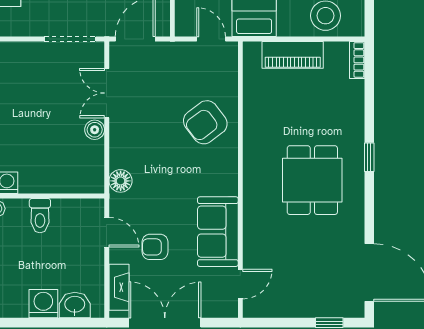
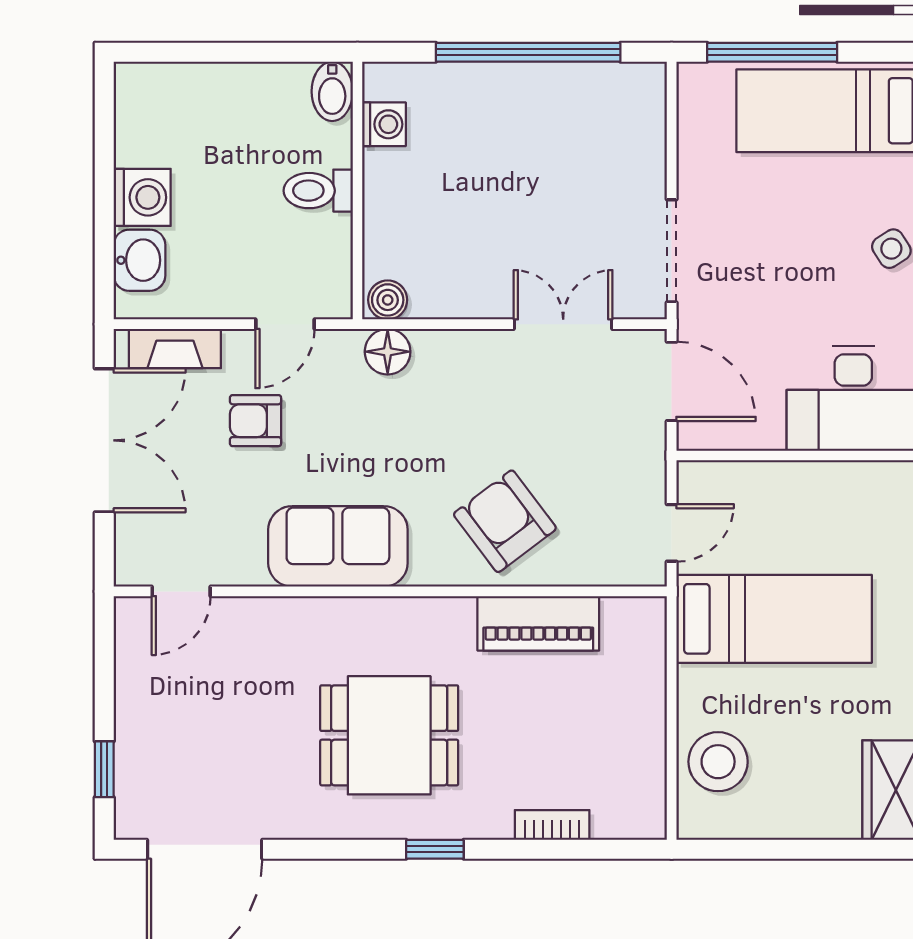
piano: (293, 55) -> (538, 623), moved, turned -90
bookcase: (357, 60) -> (552, 825), moved
boiler: (95, 130) -> (388, 300), moved
sofa: (218, 232) -> (338, 546), moved
armchair: (155, 247) -> (256, 421), turned -90
door: (240, 284) -> (181, 591), hinge flipped

